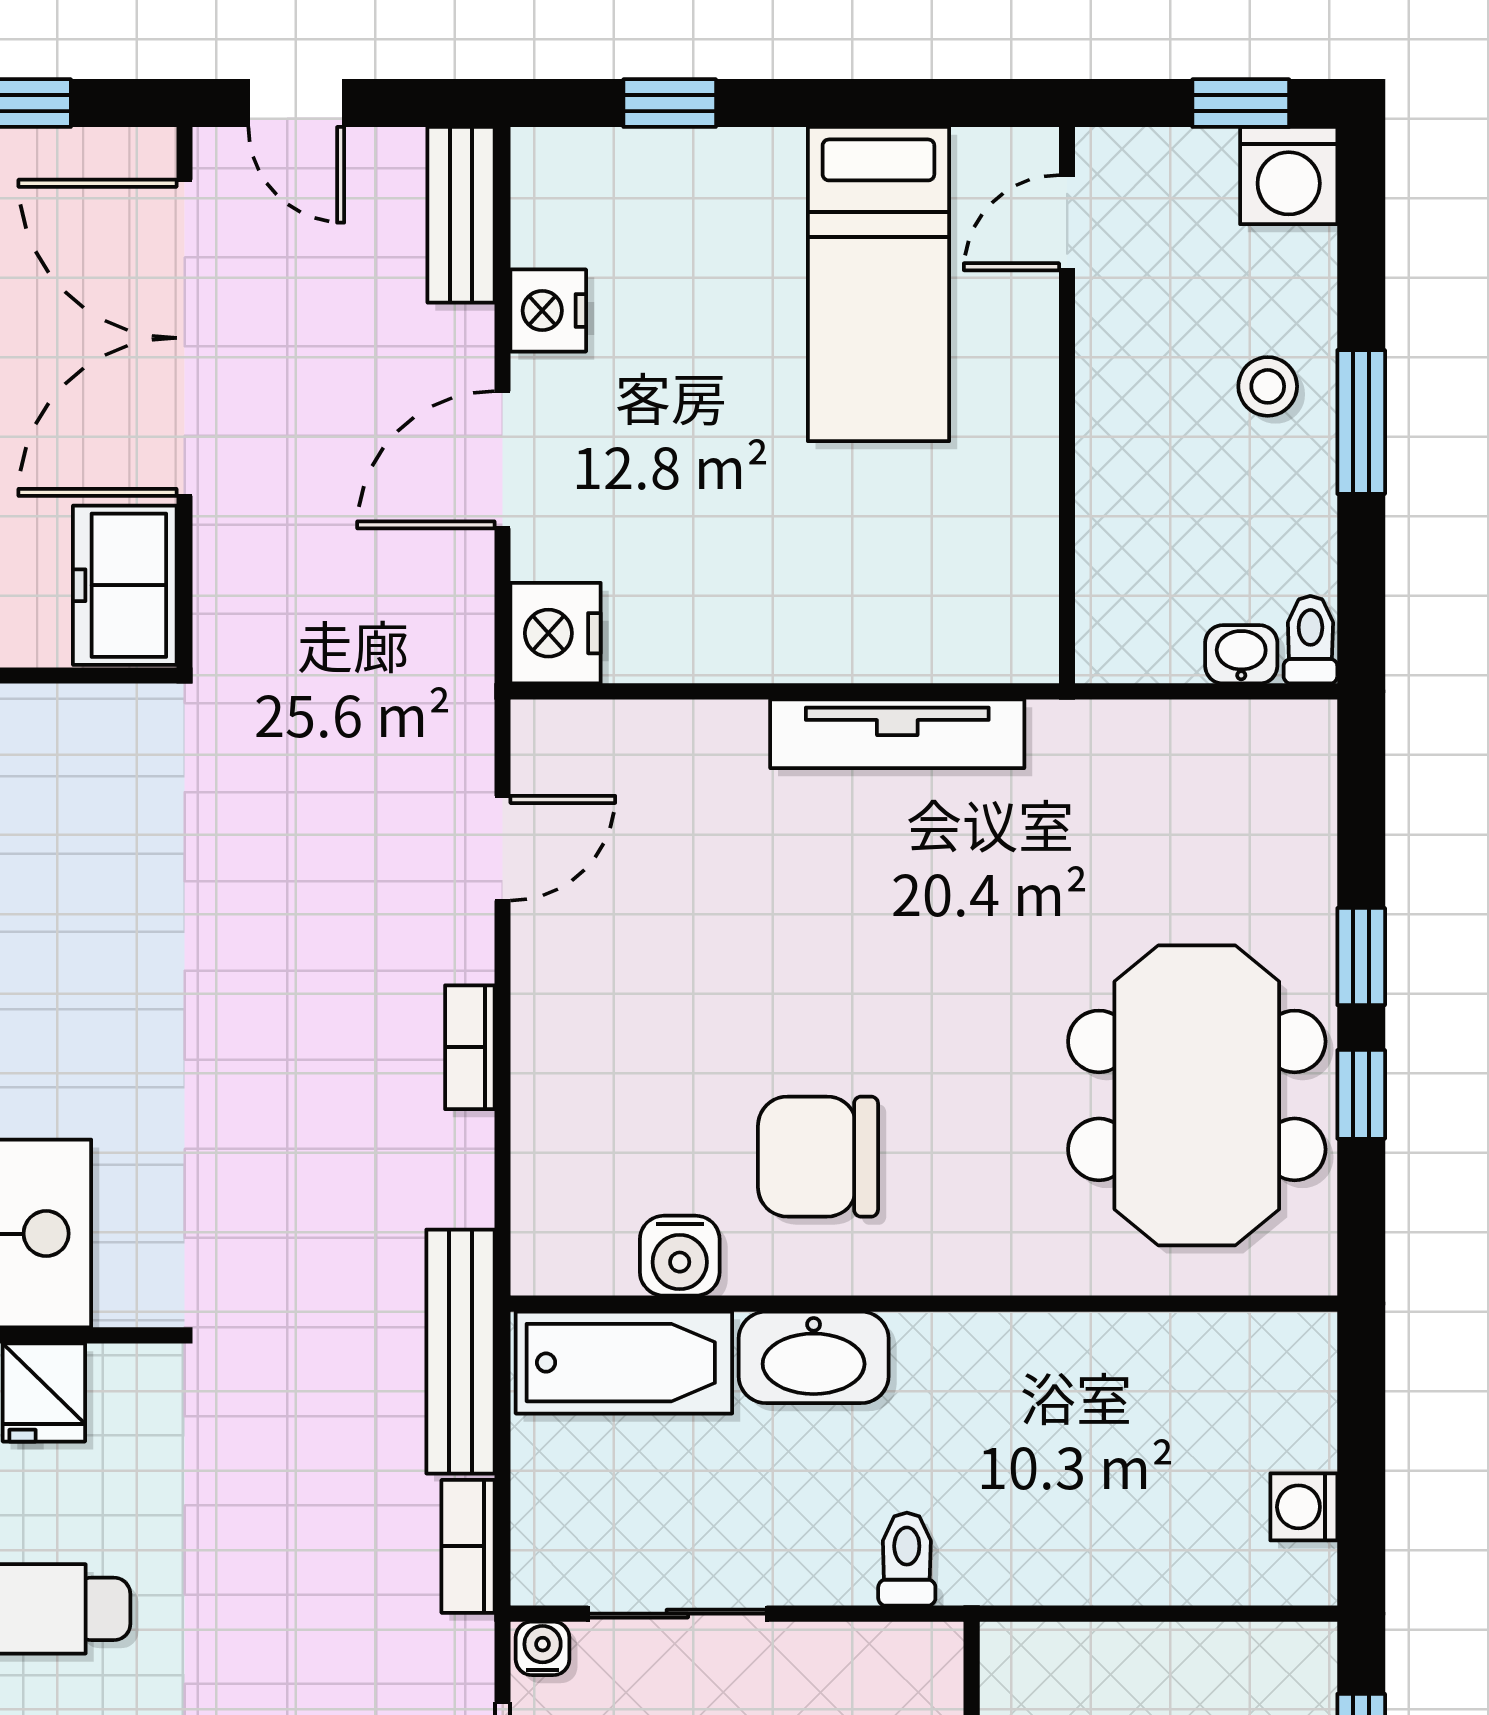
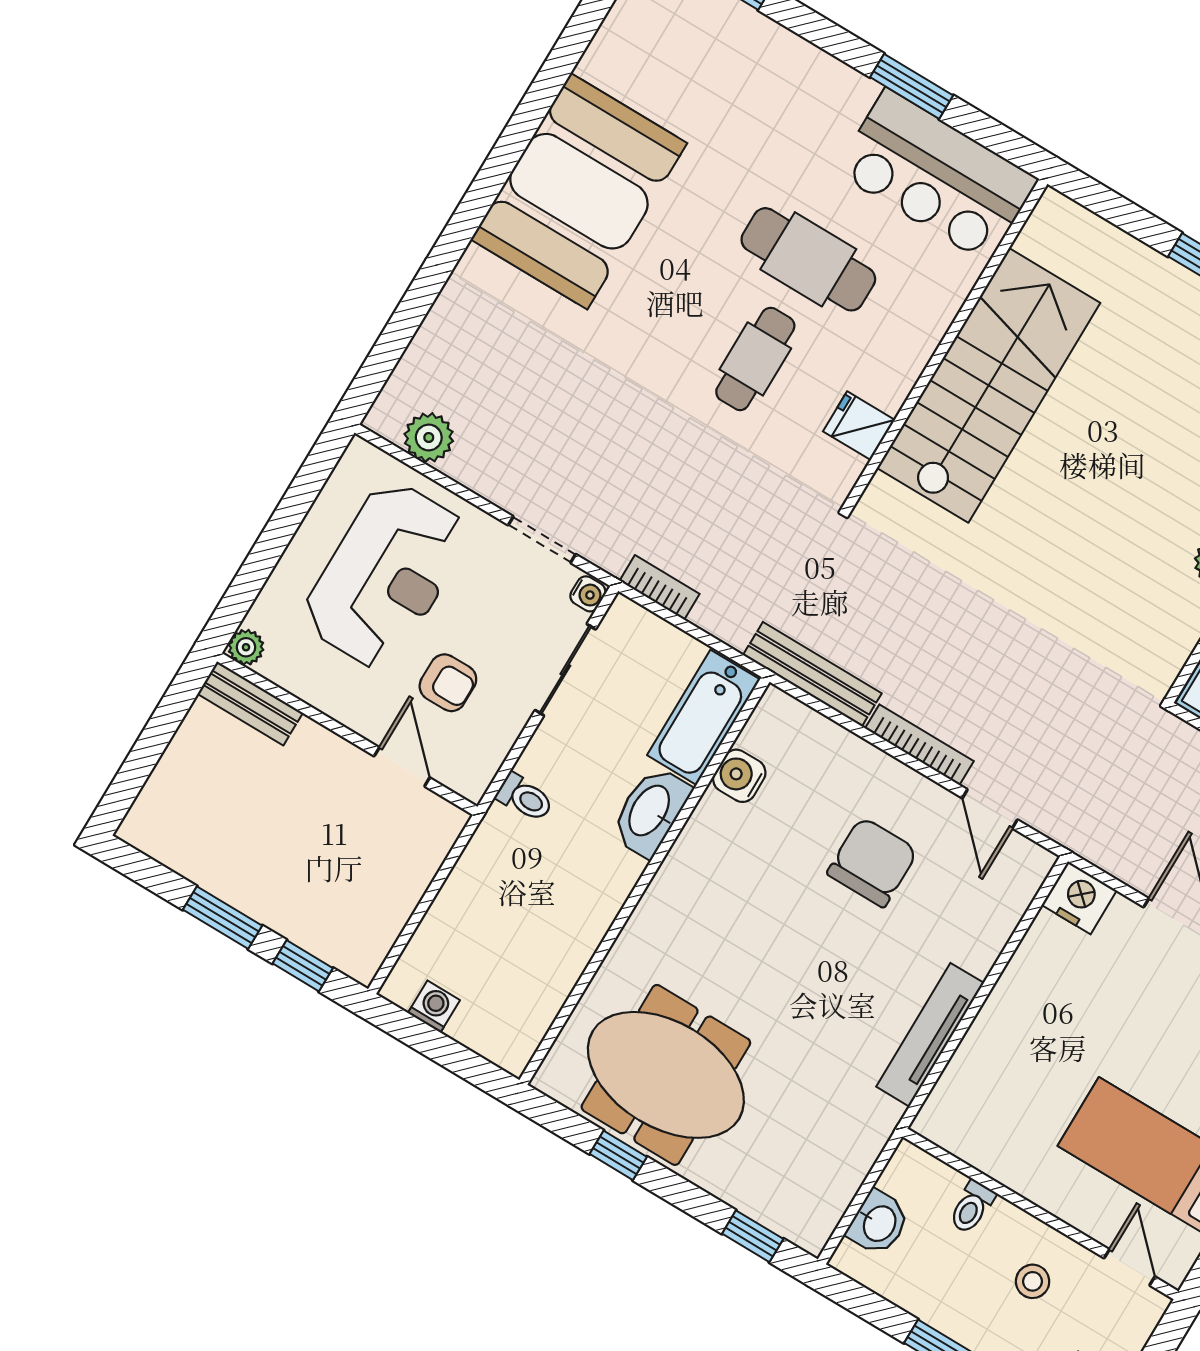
stool: (1268, 386) -> (1033, 1281), moved
toilet: (1310, 640) -> (972, 1207), moved, turned 90
washbasin: (1241, 654) -> (878, 1223), width x1.38, depth x1.45
window: (1361, 957) -> (753, 1236), moved
bookcase: (470, 1047) -> (919, 745), width x1.56
chair: (818, 1157) -> (872, 862), moved
bench: (460, 1352) -> (812, 674), moved

